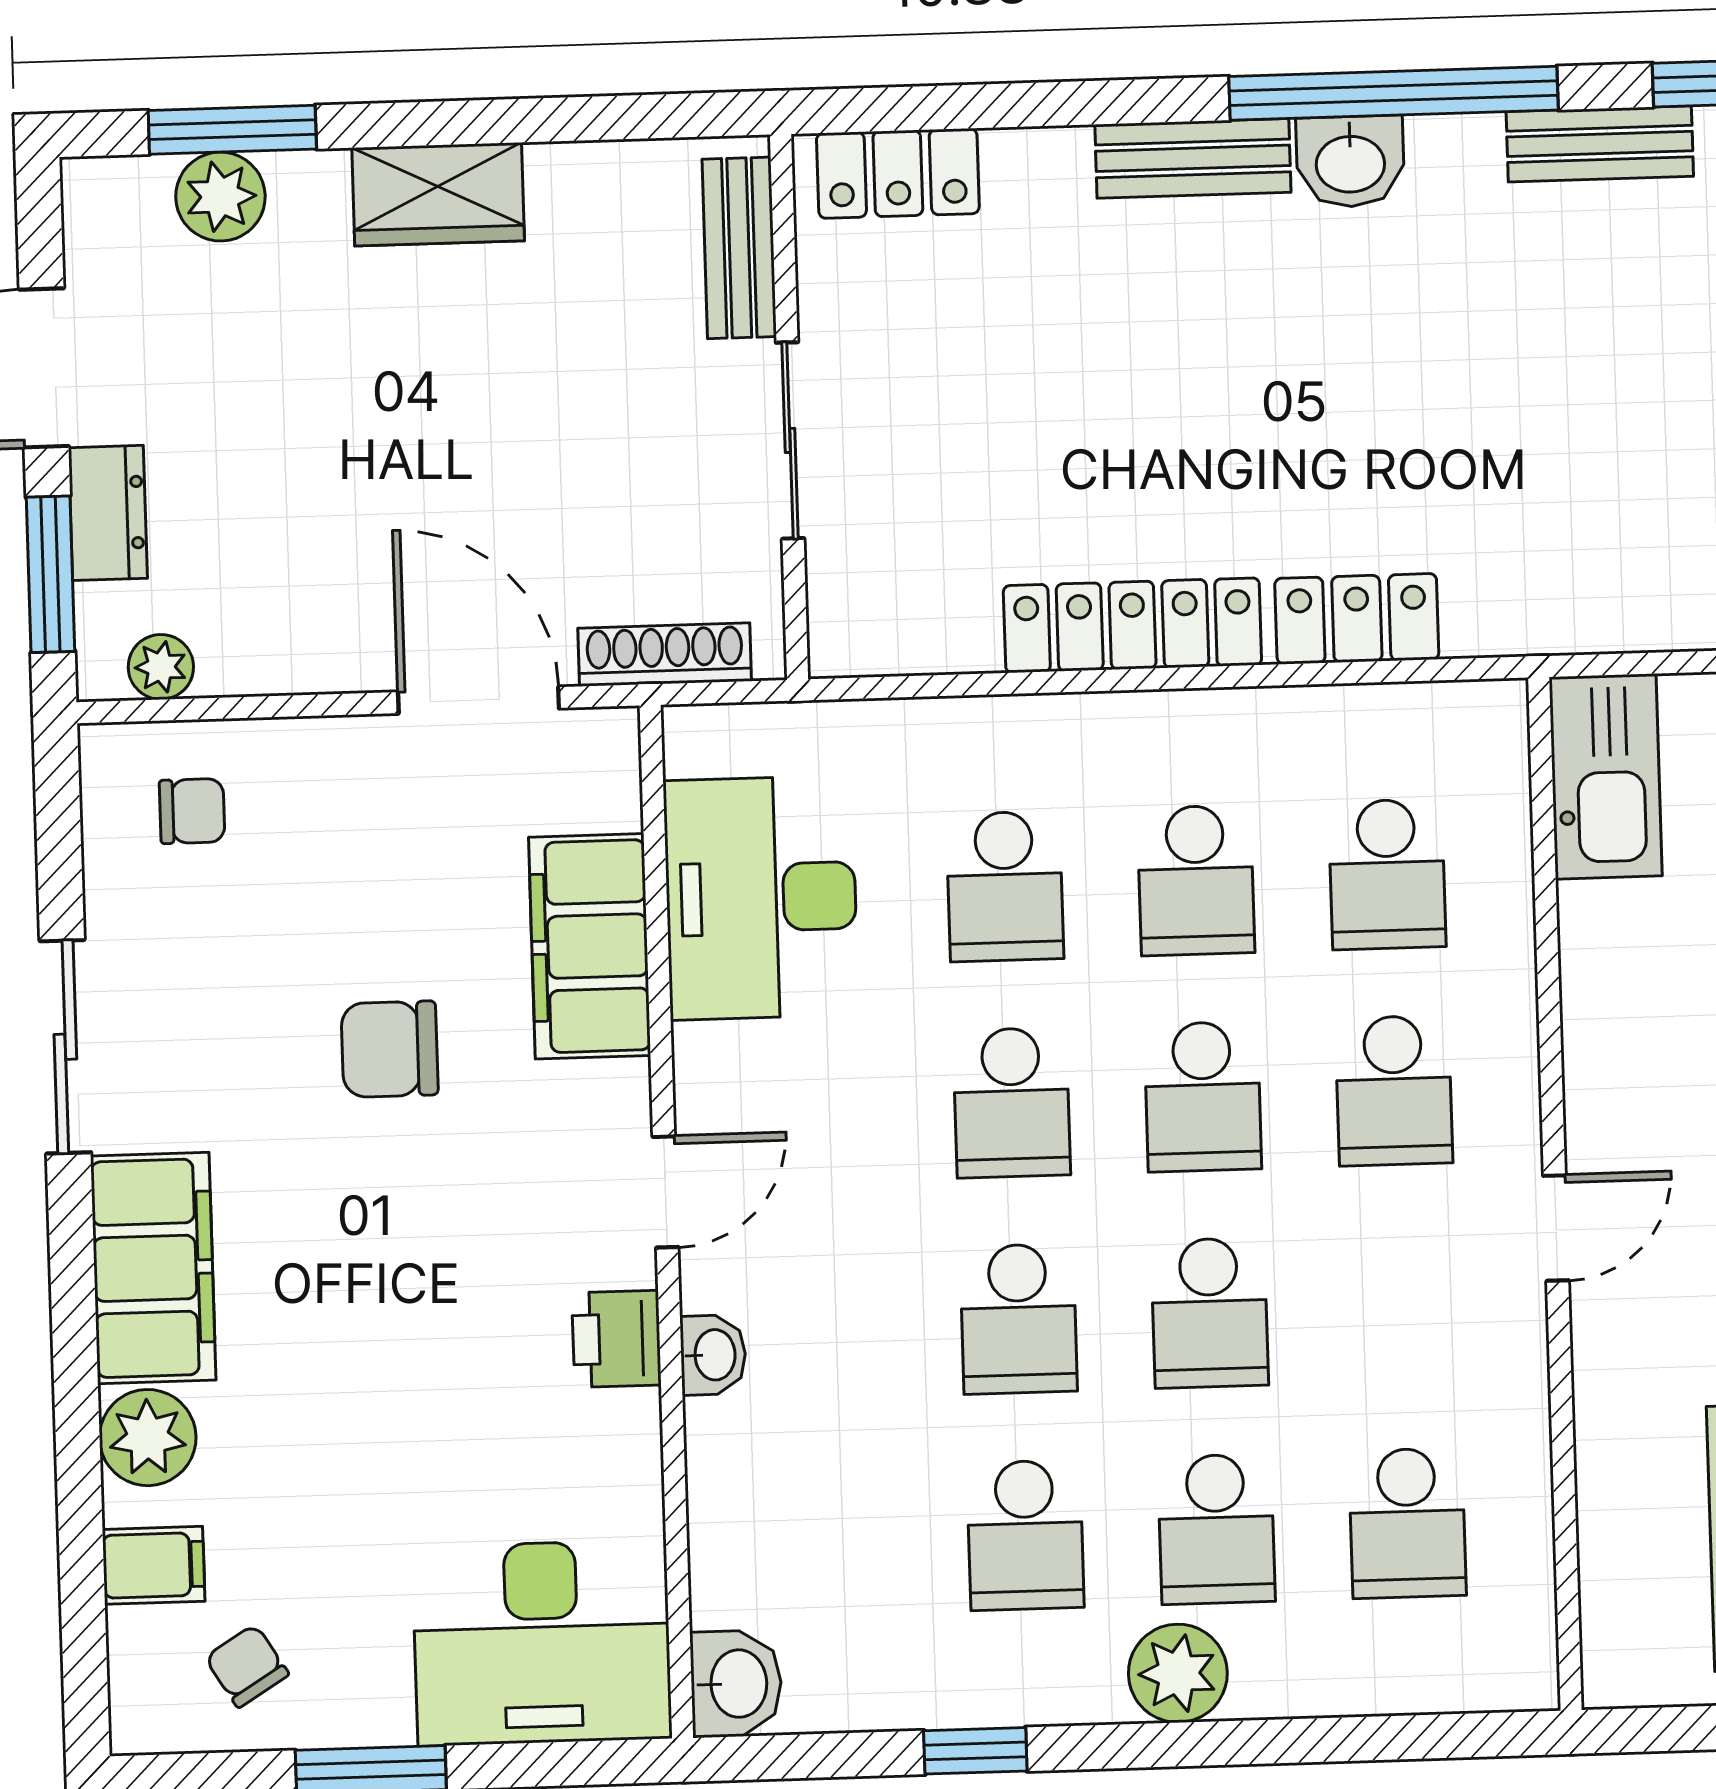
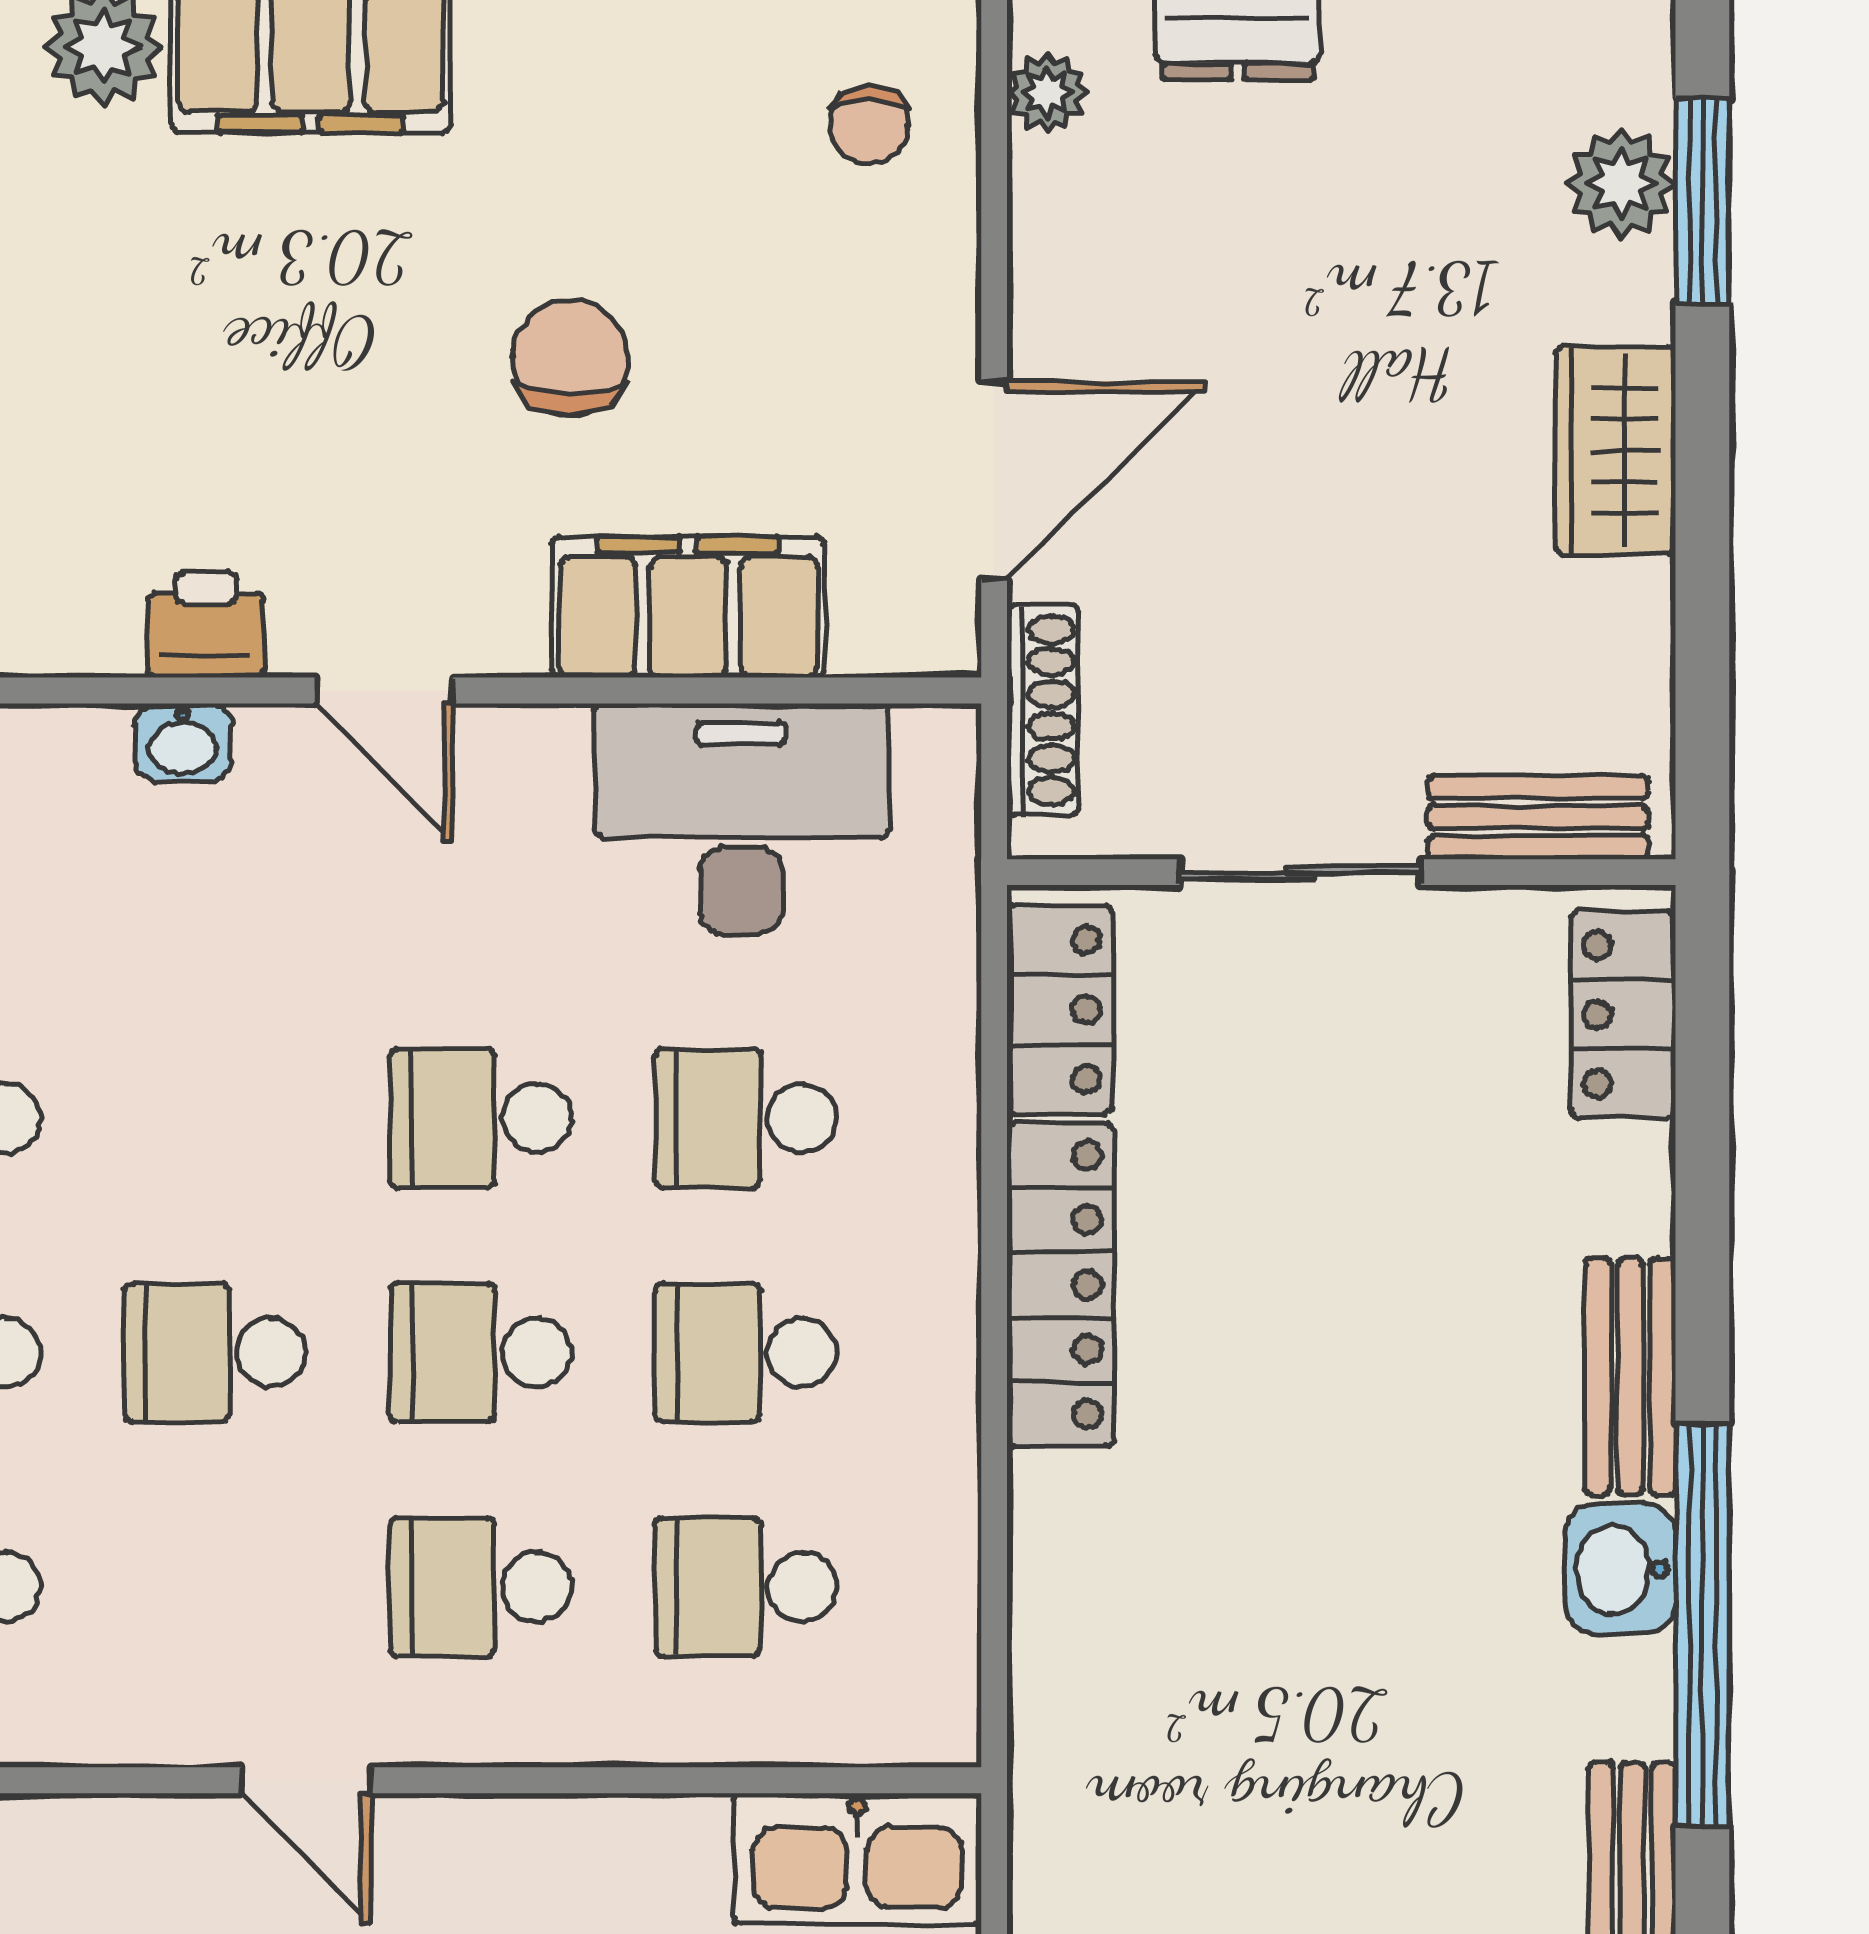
locker: (1357, 619) -> (1060, 1009), moved
school desk: (1019, 1319) -> (215, 1118), removed

